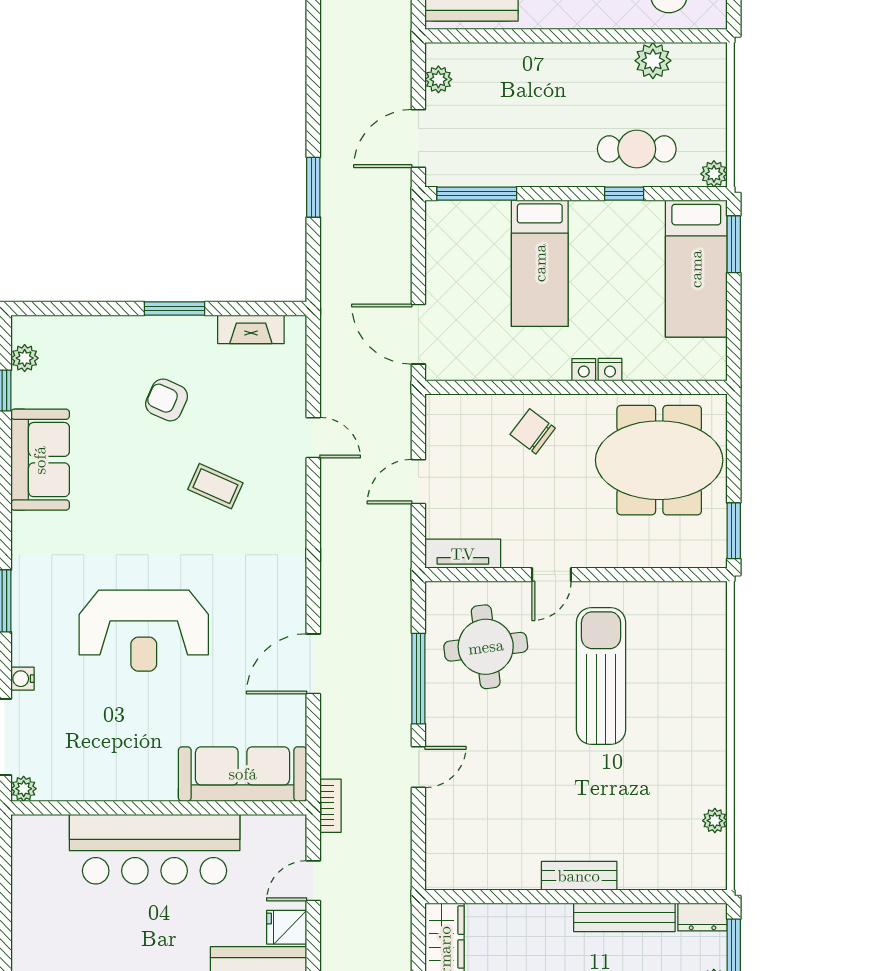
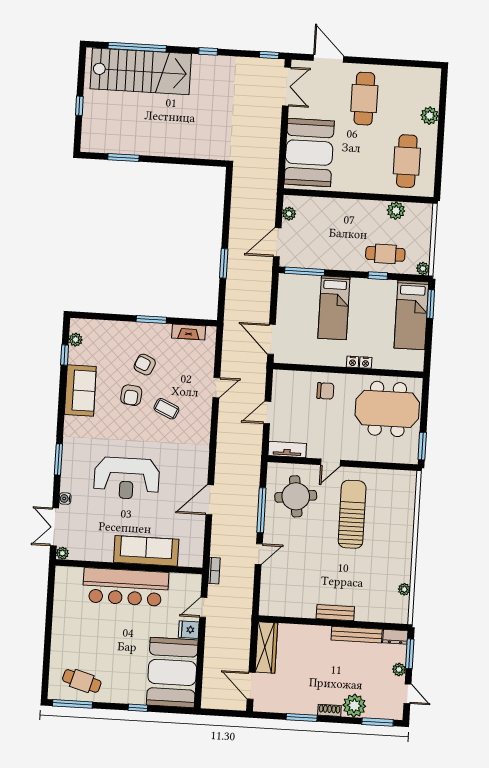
chair: (533, 431) -> (325, 391), turned 143
door: (313, 438) -> (216, 388), hinge flipped
armchair: (143, 463) -> (131, 395), added
sofa: (243, 774) -> (146, 551), moved

